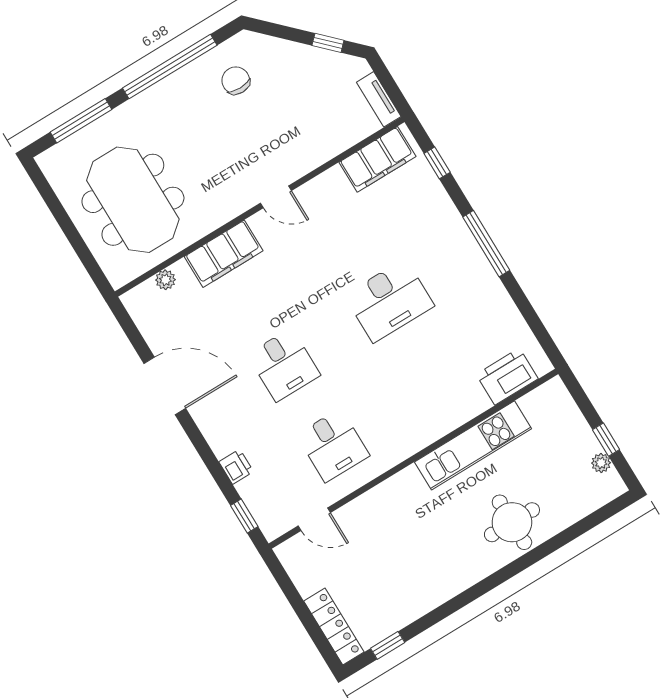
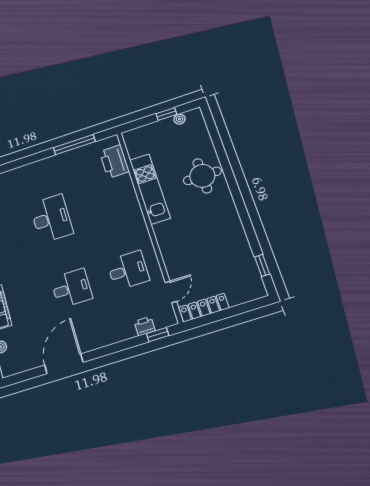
window: (486, 244) -> (74, 145), moved
printer: (236, 467) -> (145, 326), moved
locker: (334, 626) -> (204, 308), moved

